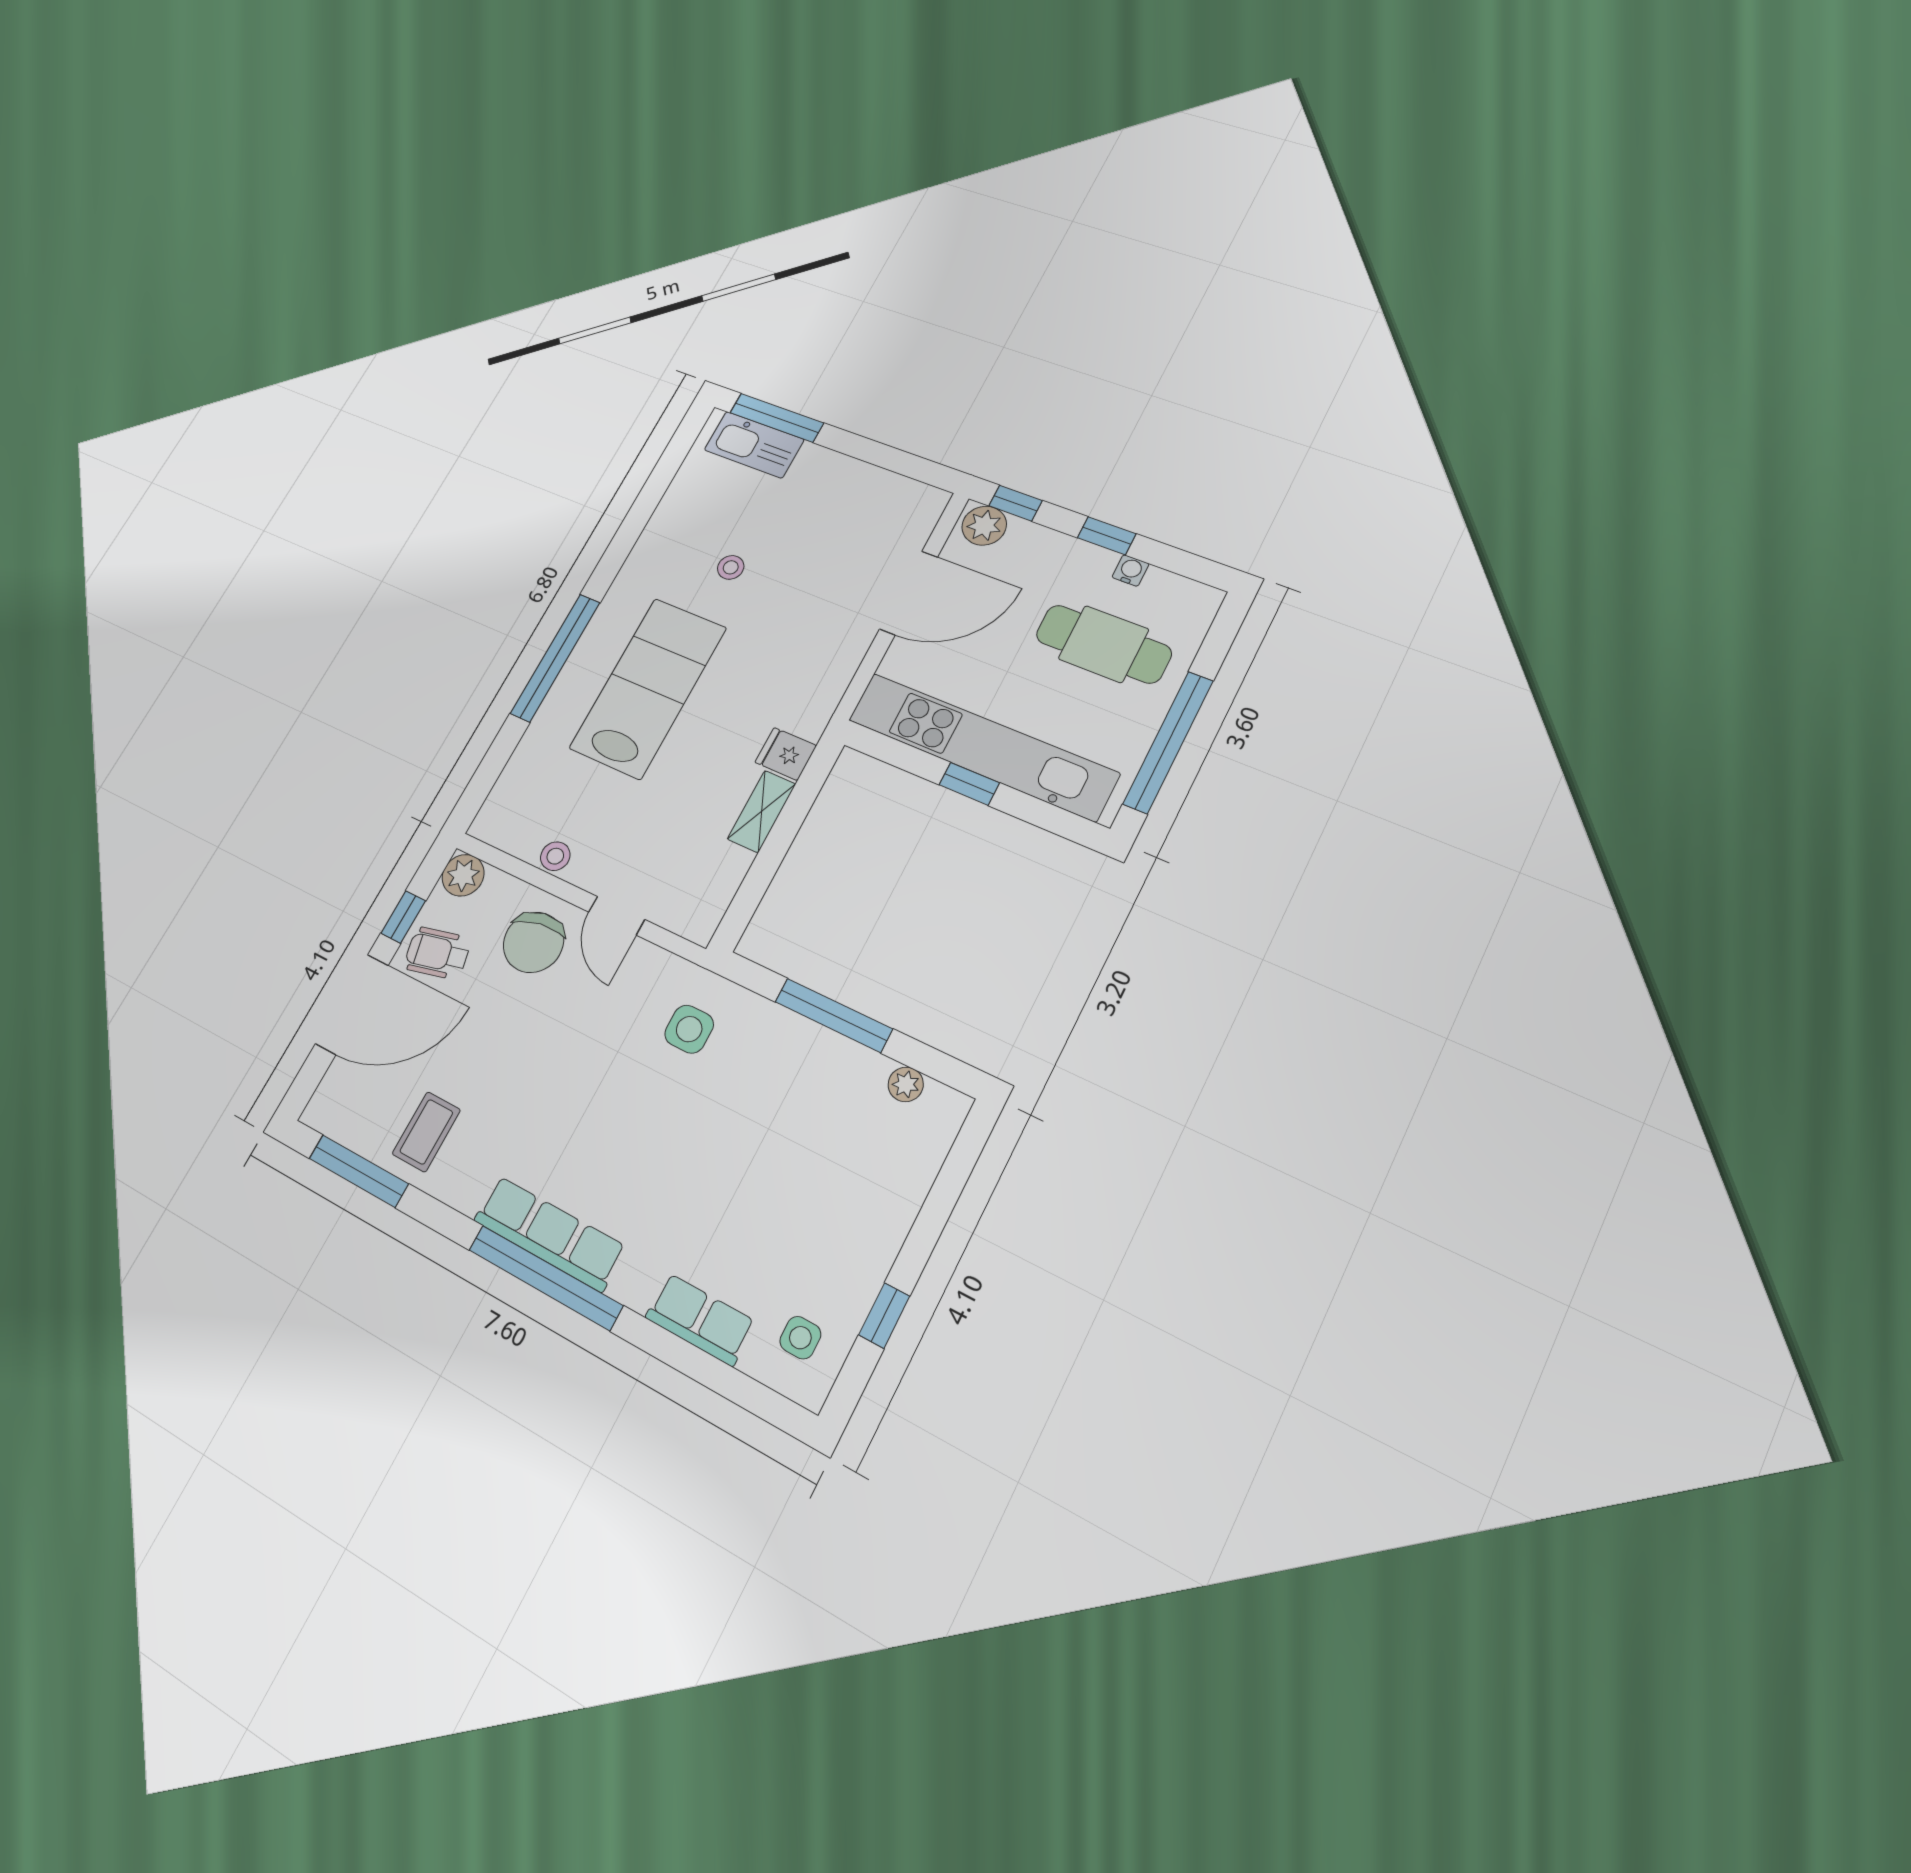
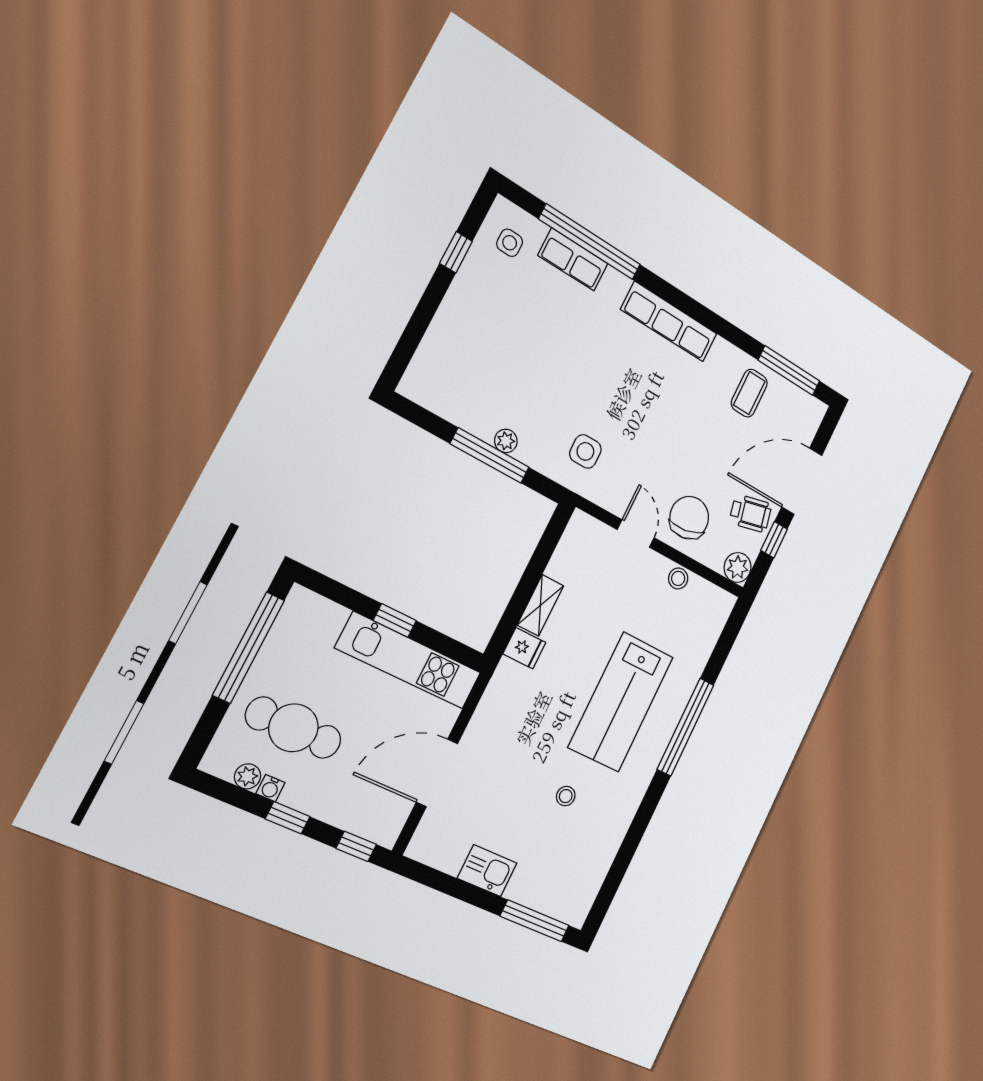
kitchen sink: (754, 445) -> (487, 871), moved, width x0.73
plant: (984, 526) -> (248, 776), moved, width x0.73, depth x0.73
kitchen unit: (982, 746) -> (409, 660), width x0.73
plant: (906, 1084) -> (506, 441), moved
window: (545, 1278) -> (590, 242), moved

